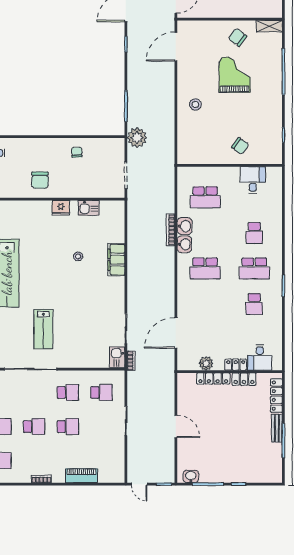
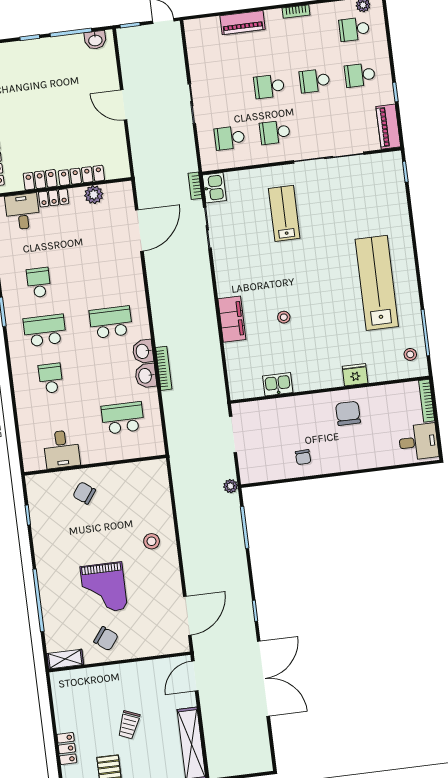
plant: (137, 138) -> (231, 486), width x0.53, depth x0.53
fridge: (61, 208) -> (355, 375), moved
lab bench: (43, 329) -> (284, 213), moved

